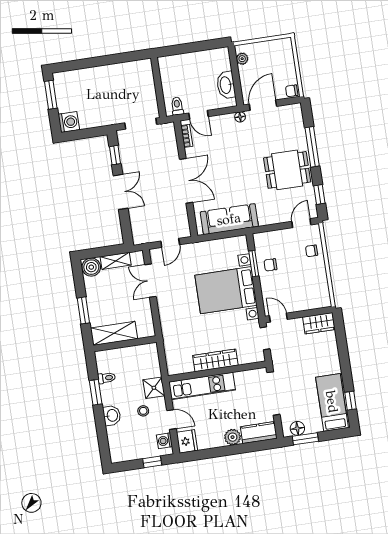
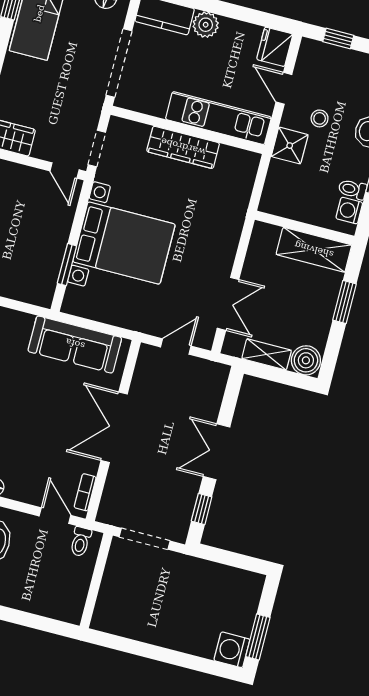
washing machine: (69, 122) -> (232, 650), moved
chair: (270, 265) -> (43, 252), removed
washing machine: (164, 441) -> (349, 211), moved, turned 180

